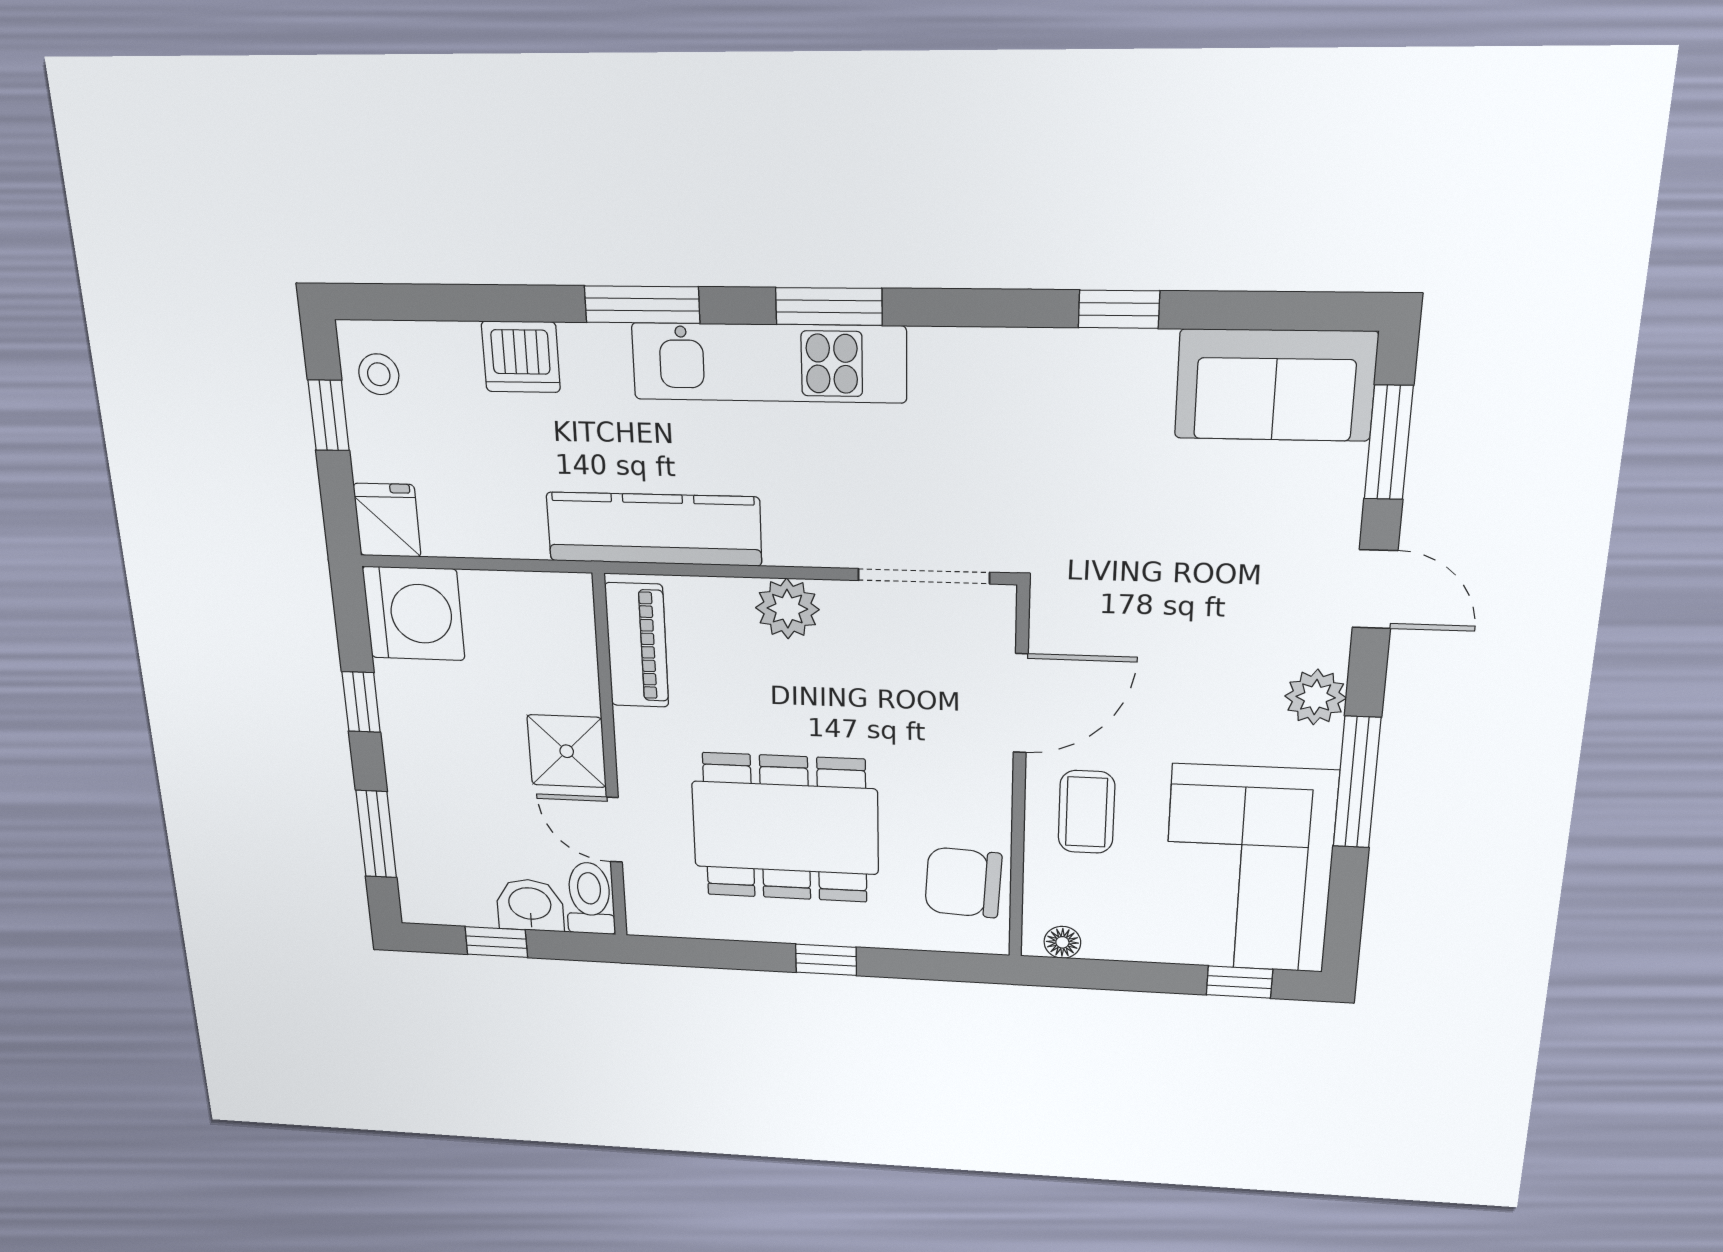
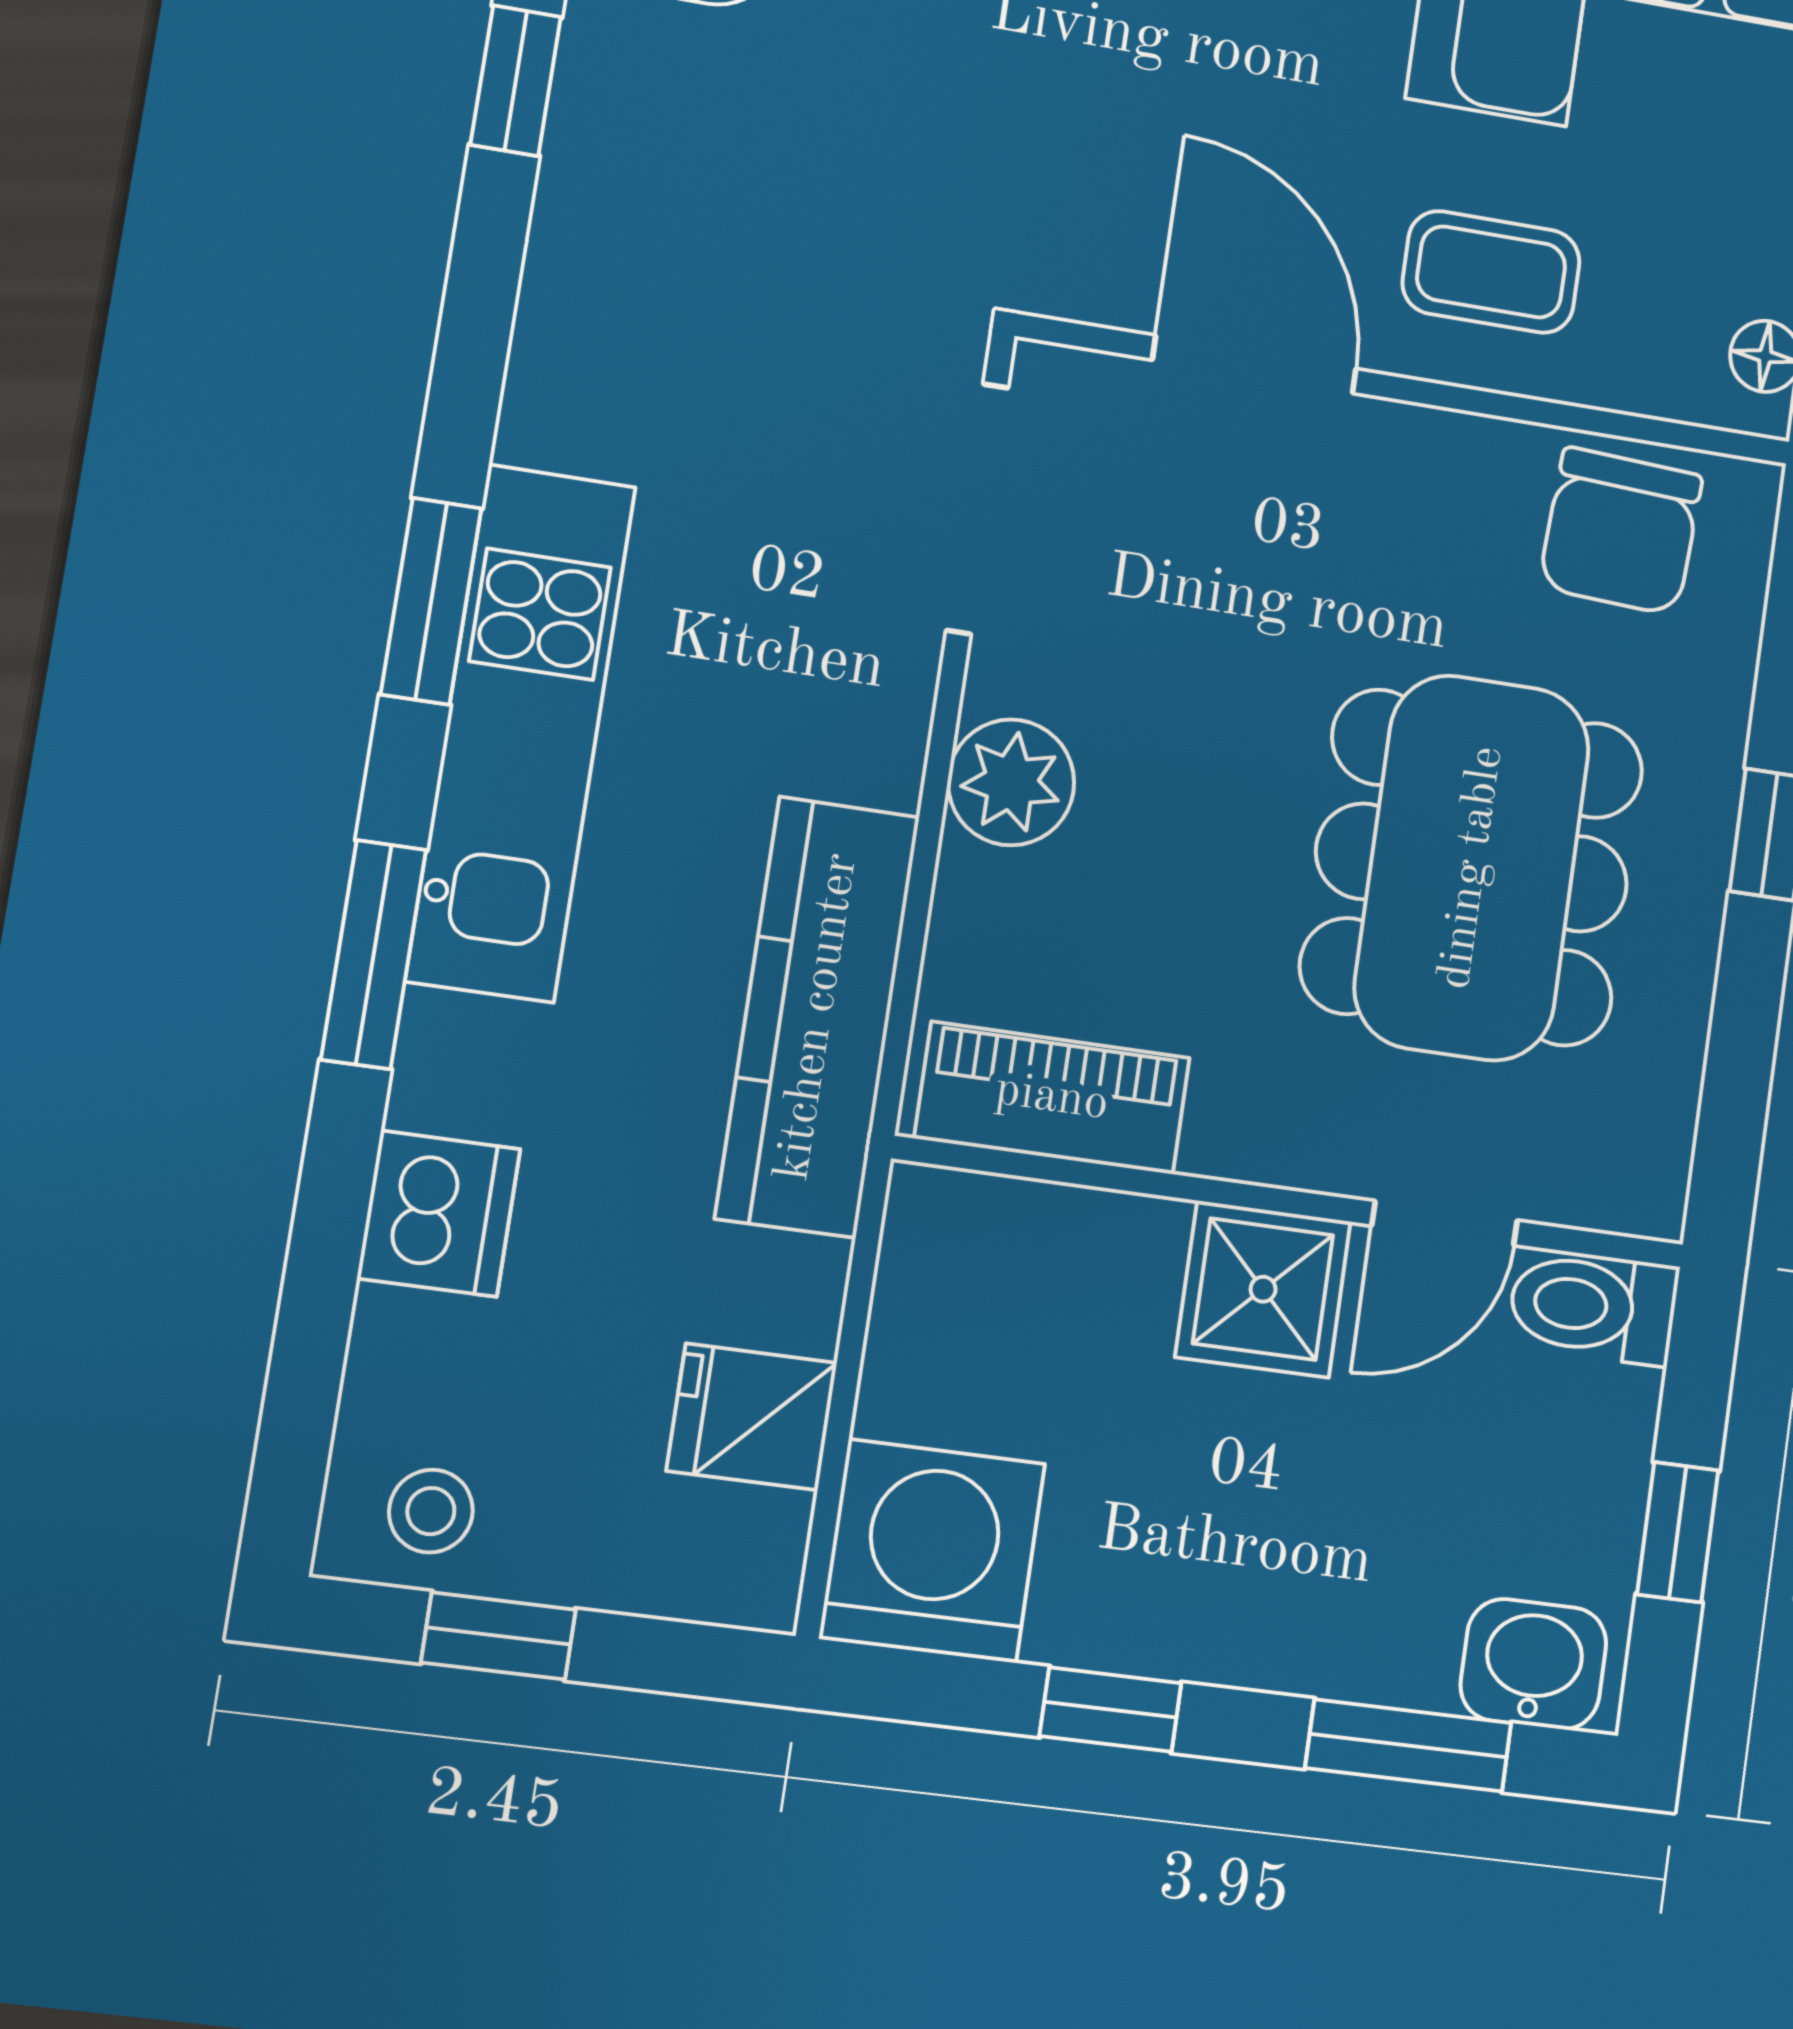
fridge: (387, 520) -> (752, 1417), moved
washbasin: (530, 905) -> (1533, 1664), moved, turned 90

